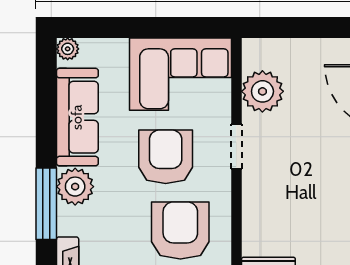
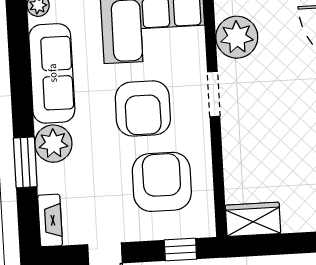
armchair: (166, 157) -> (143, 108), turned 180
window: (46, 204) -> (25, 162), width x0.69

